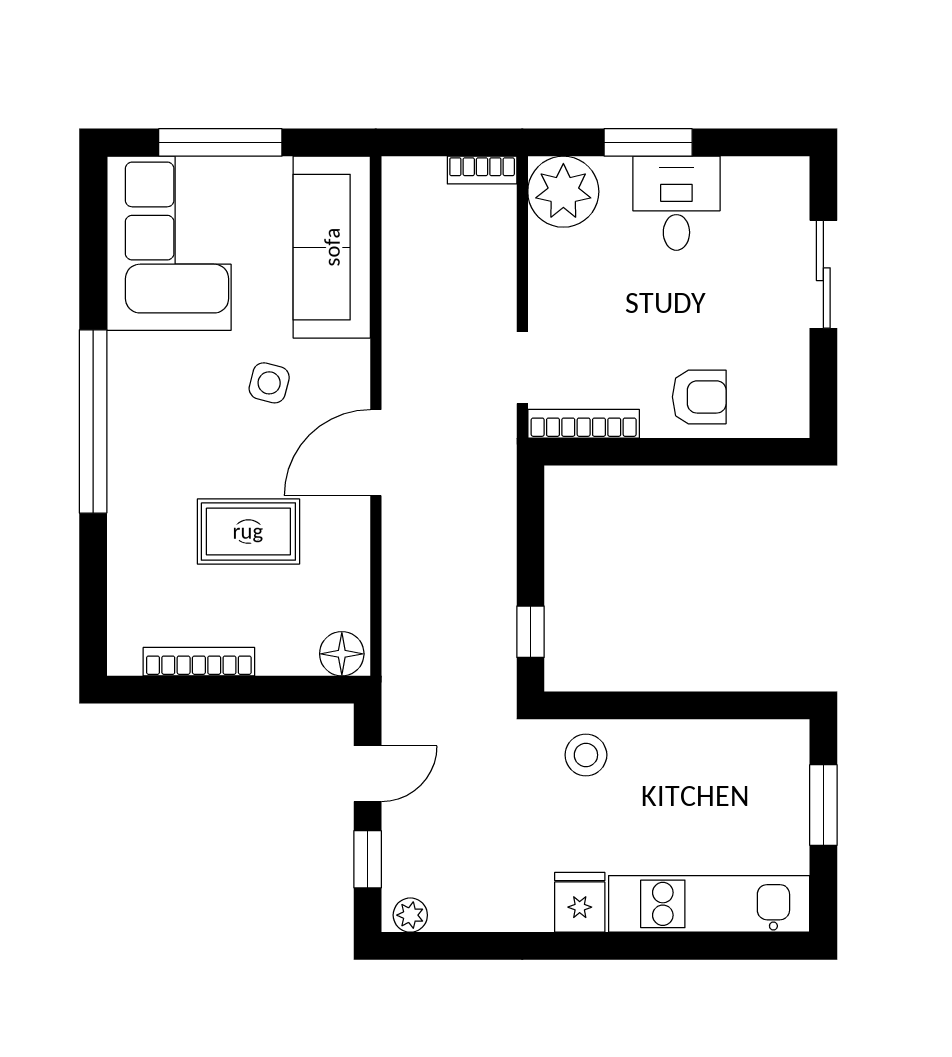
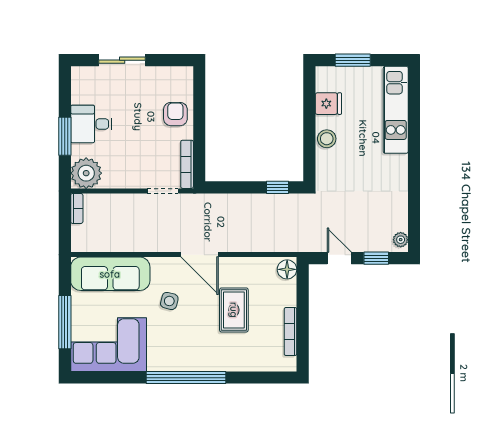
stool: (586, 755) -> (327, 139), moved
fridge: (580, 902) -> (328, 104), moved, turned 180

